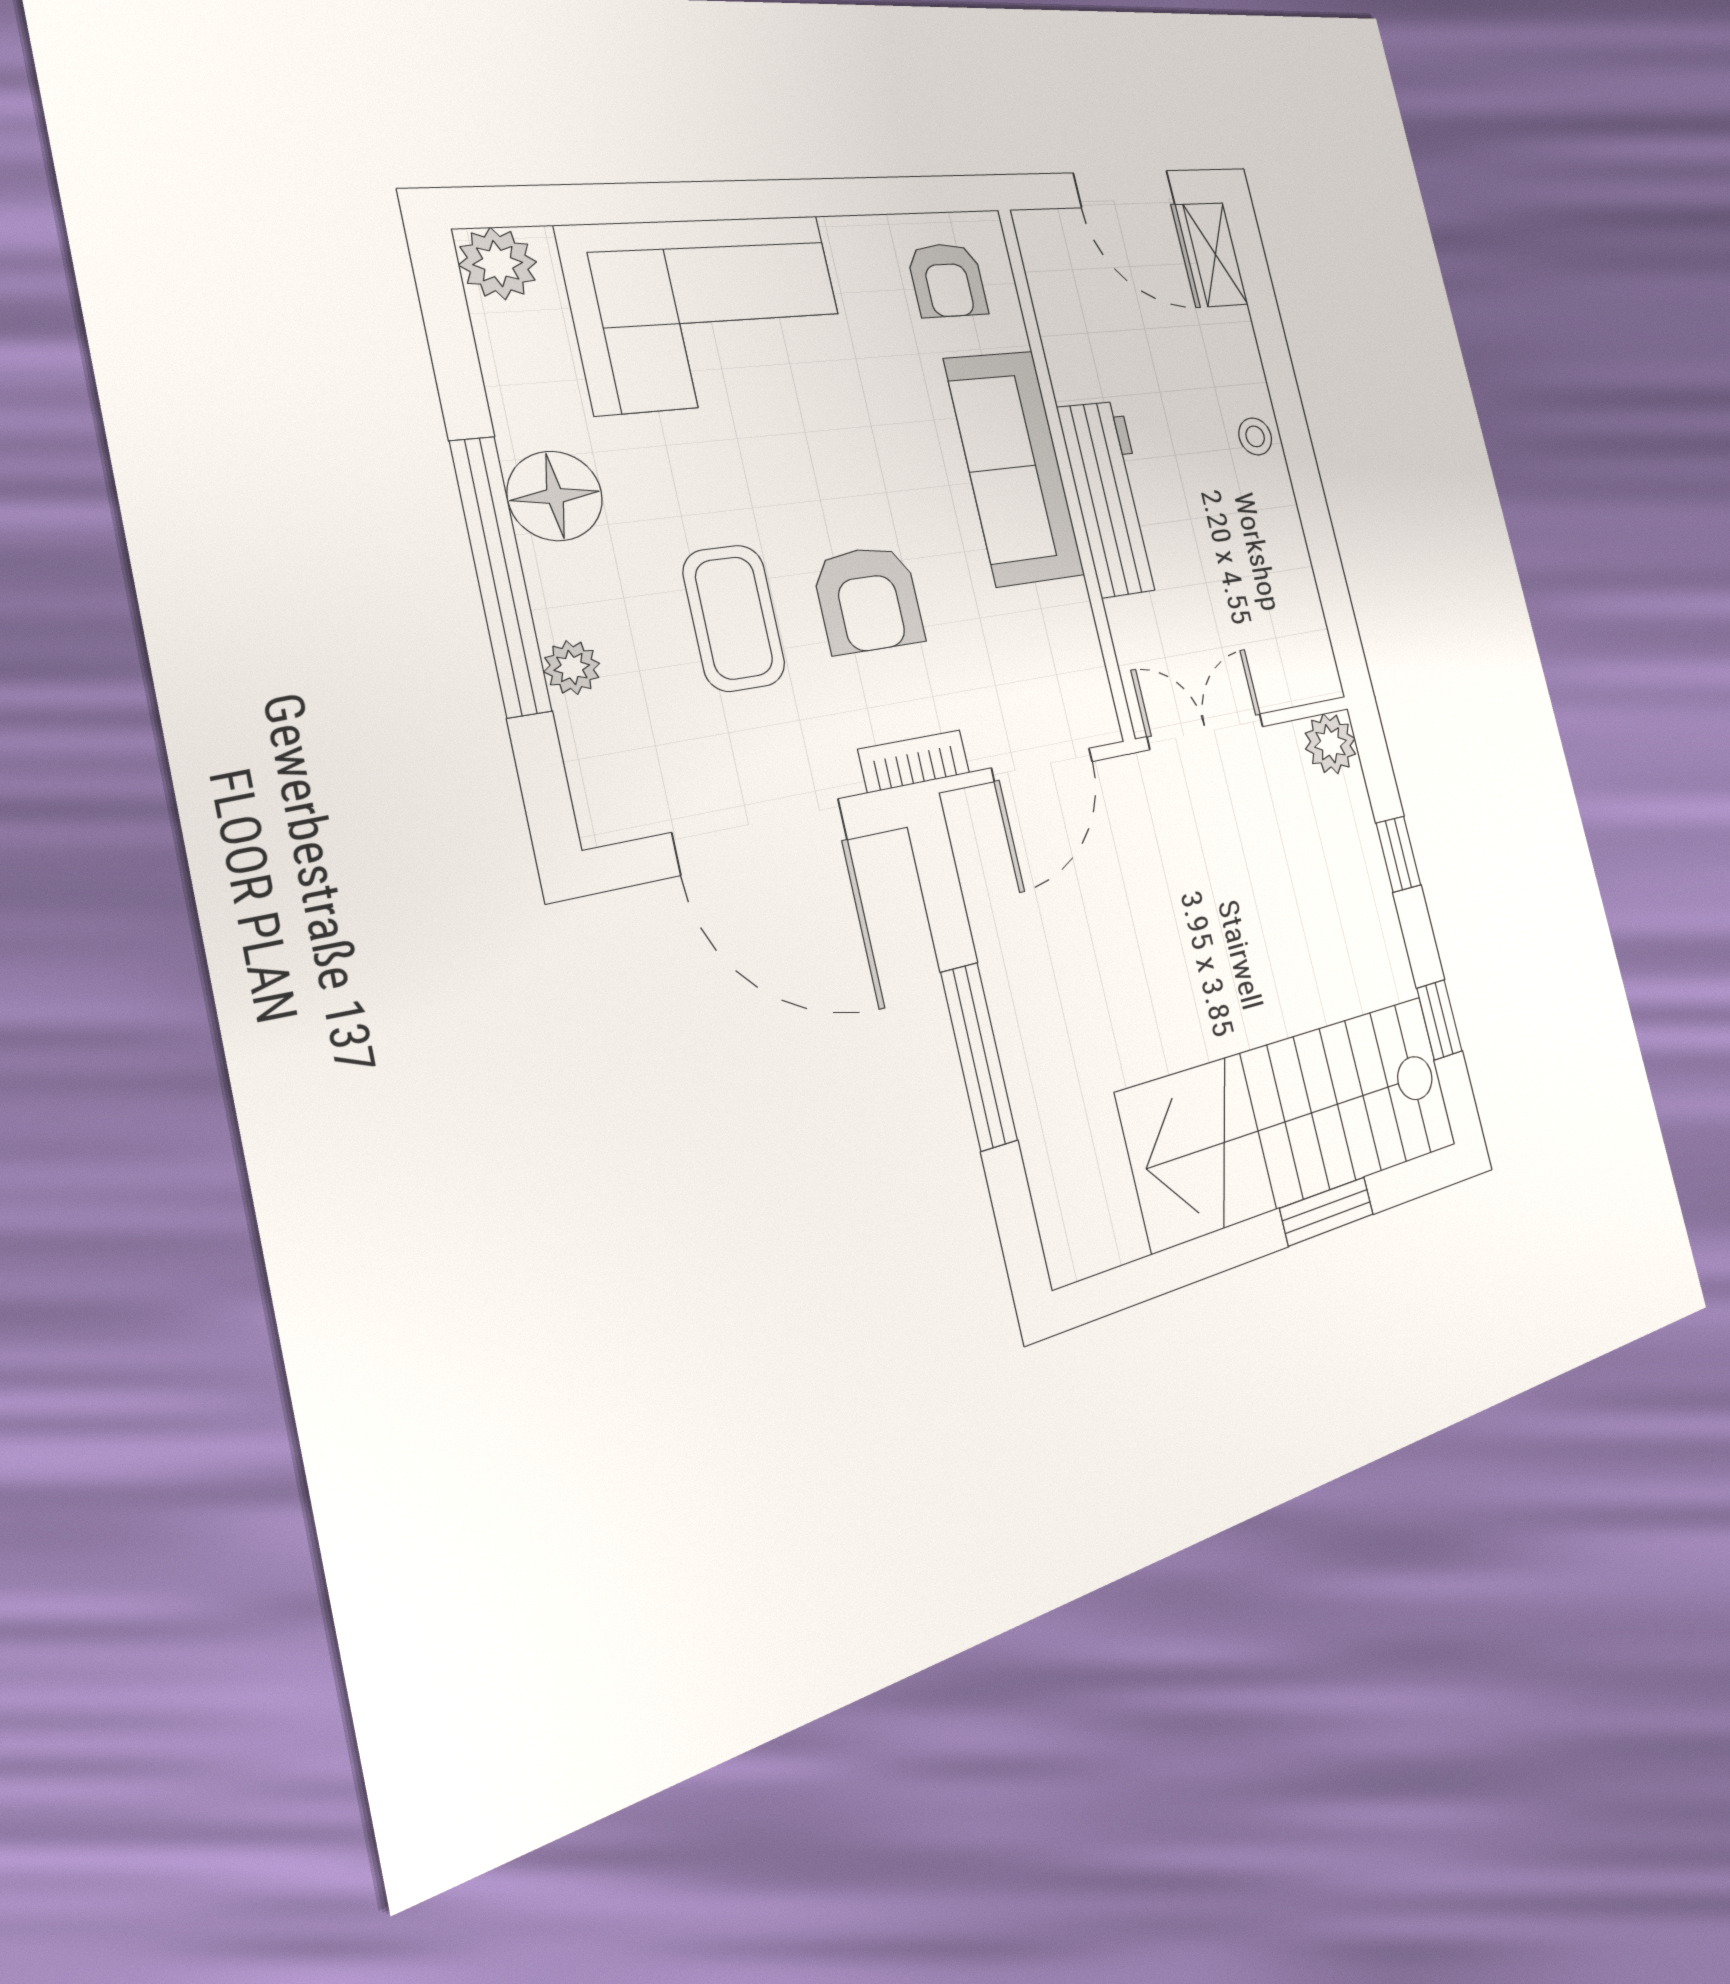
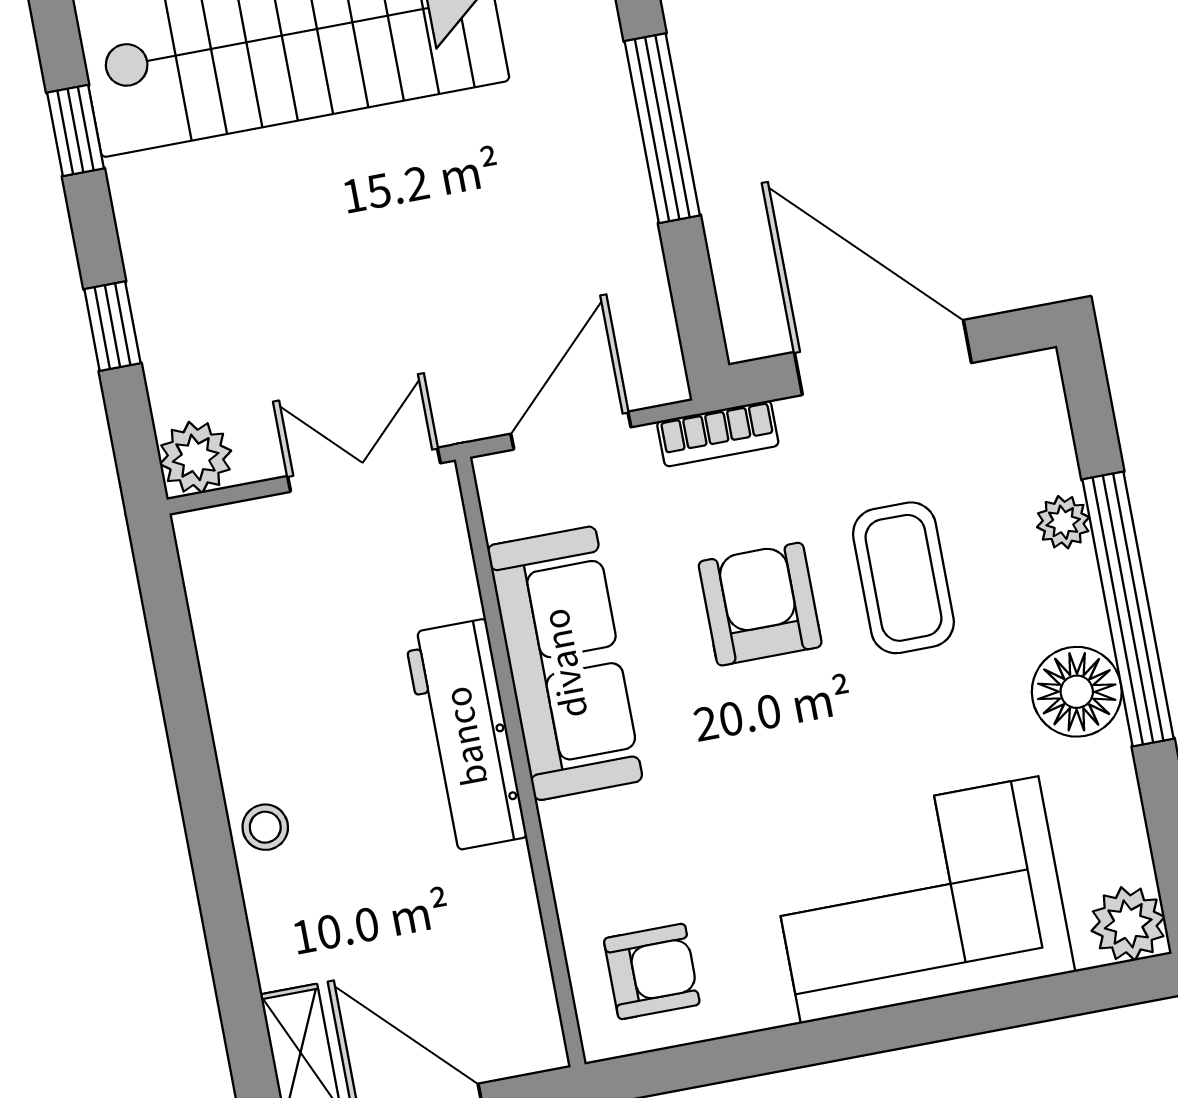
armchair: (947, 280) -> (652, 971), turned 90
sofa: (1014, 467) -> (565, 663), moved
double door: (1206, 731) -> (364, 470), swing flipped

